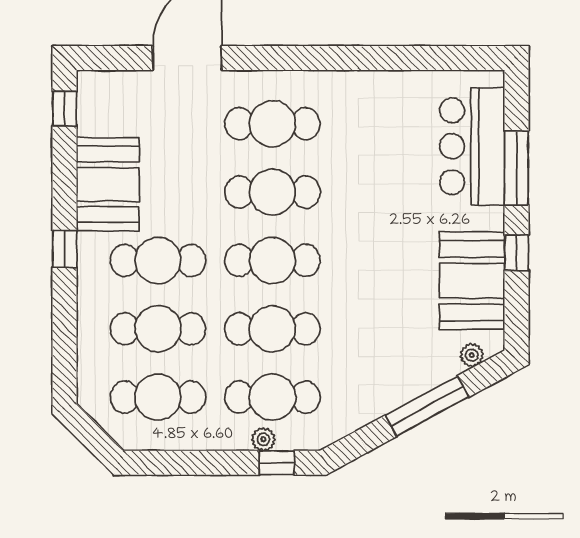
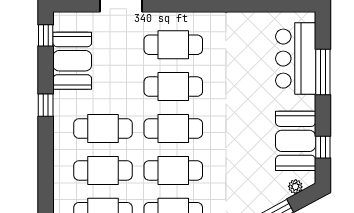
booth: (108, 184) -> (72, 61), moved
window: (65, 249) -> (46, 105), moved
window: (517, 253) -> (323, 147), moved

